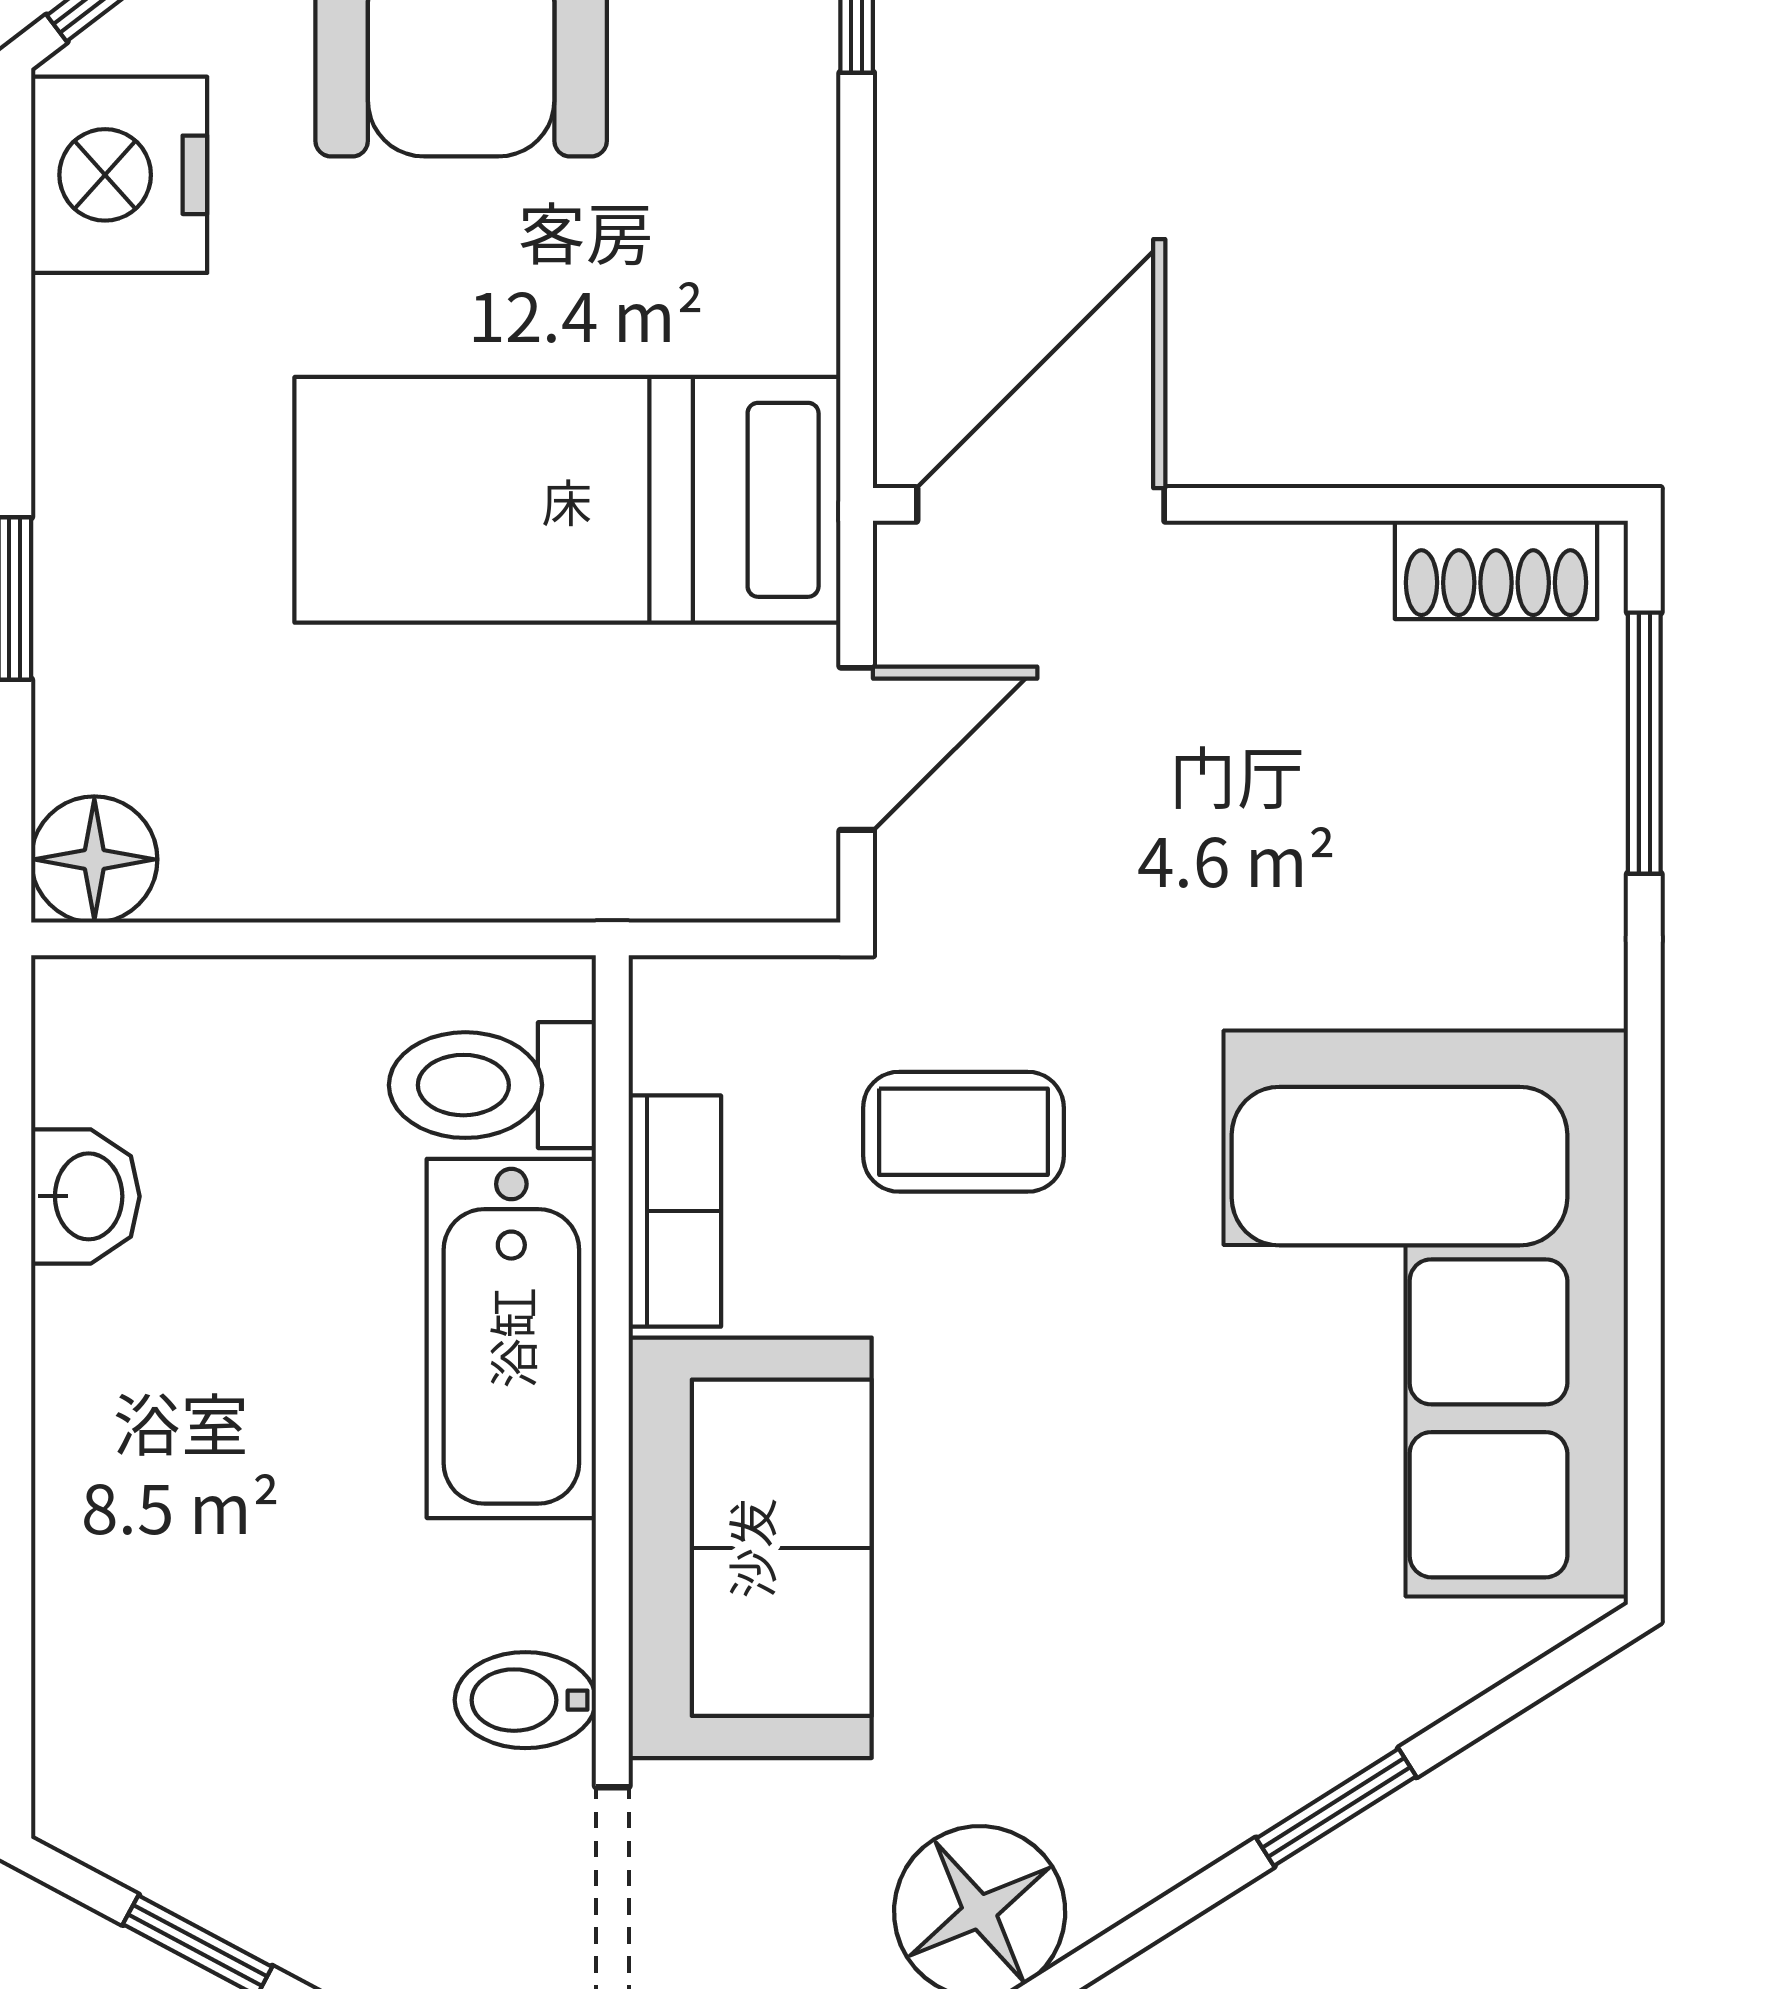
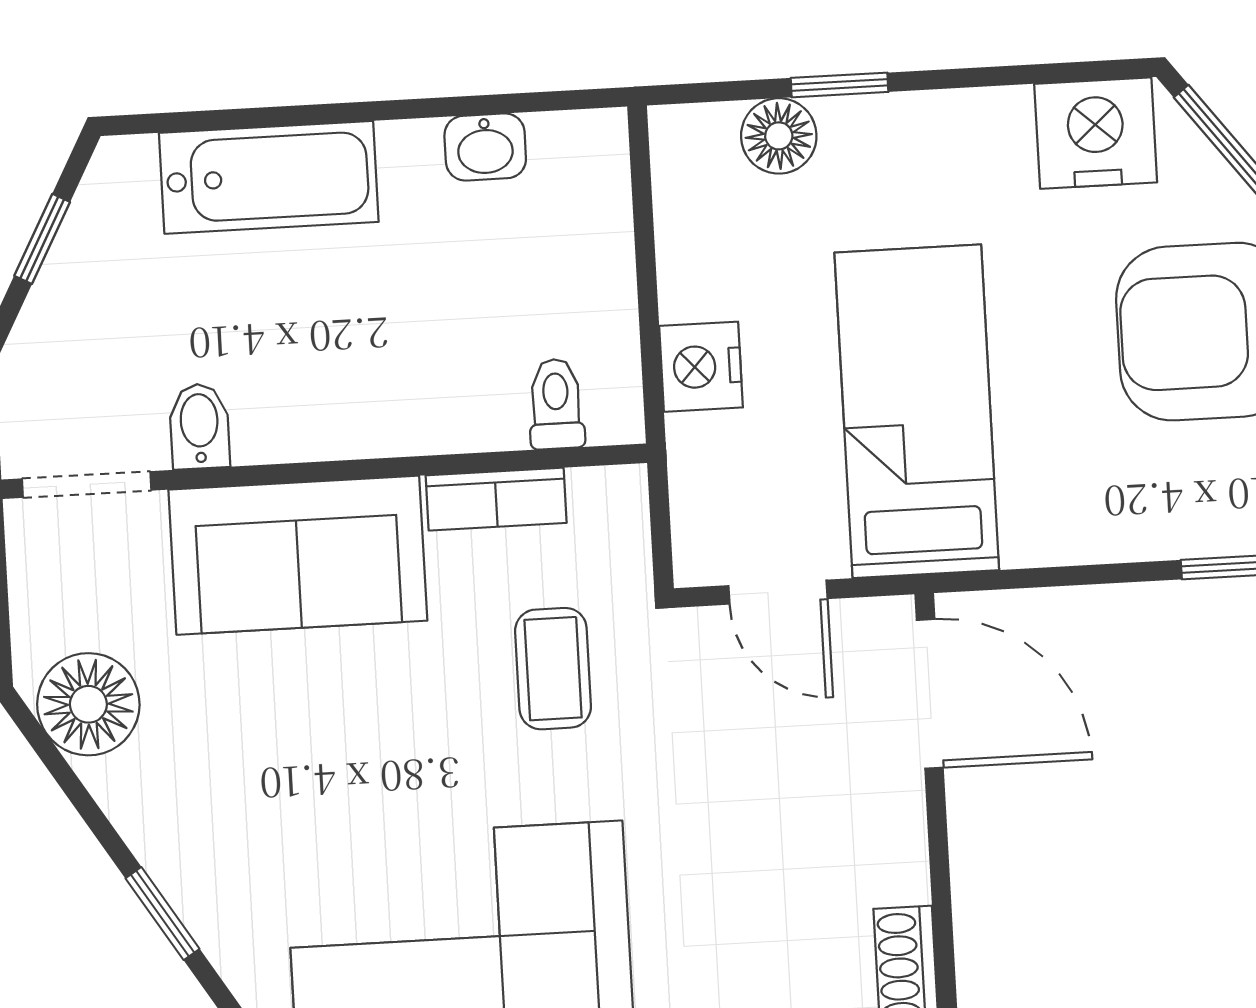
nightstand: (473, 856) -> (701, 367), added
floor lamp: (94, 859) -> (779, 136), moved
toilet: (492, 1085) -> (556, 404), width x0.73, depth x0.72
bathtub: (511, 1338) -> (269, 177), moved, turned 180

